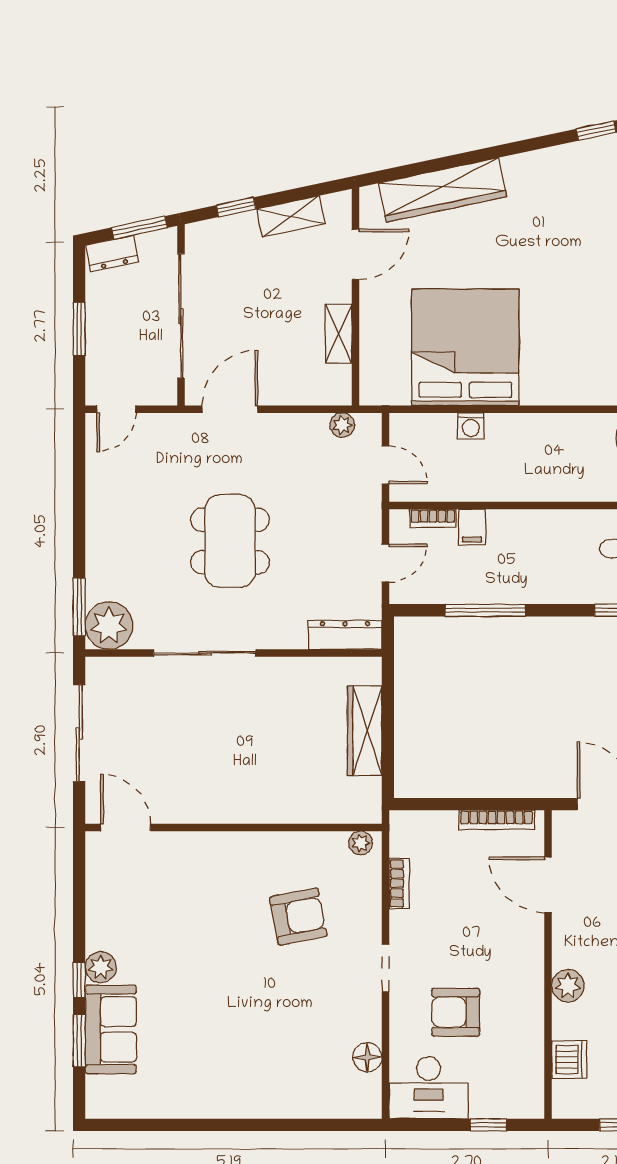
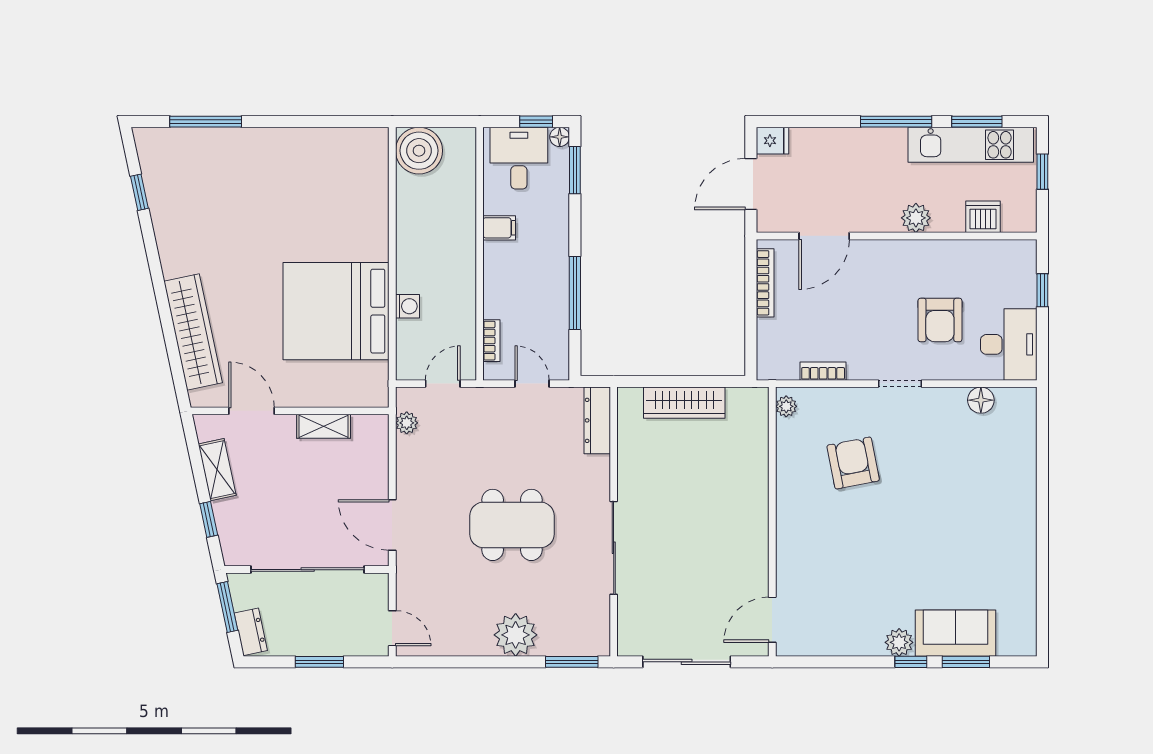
filing cabinet: (472, 527) -> (499, 228), moved
plant: (109, 626) -> (516, 635), moved

